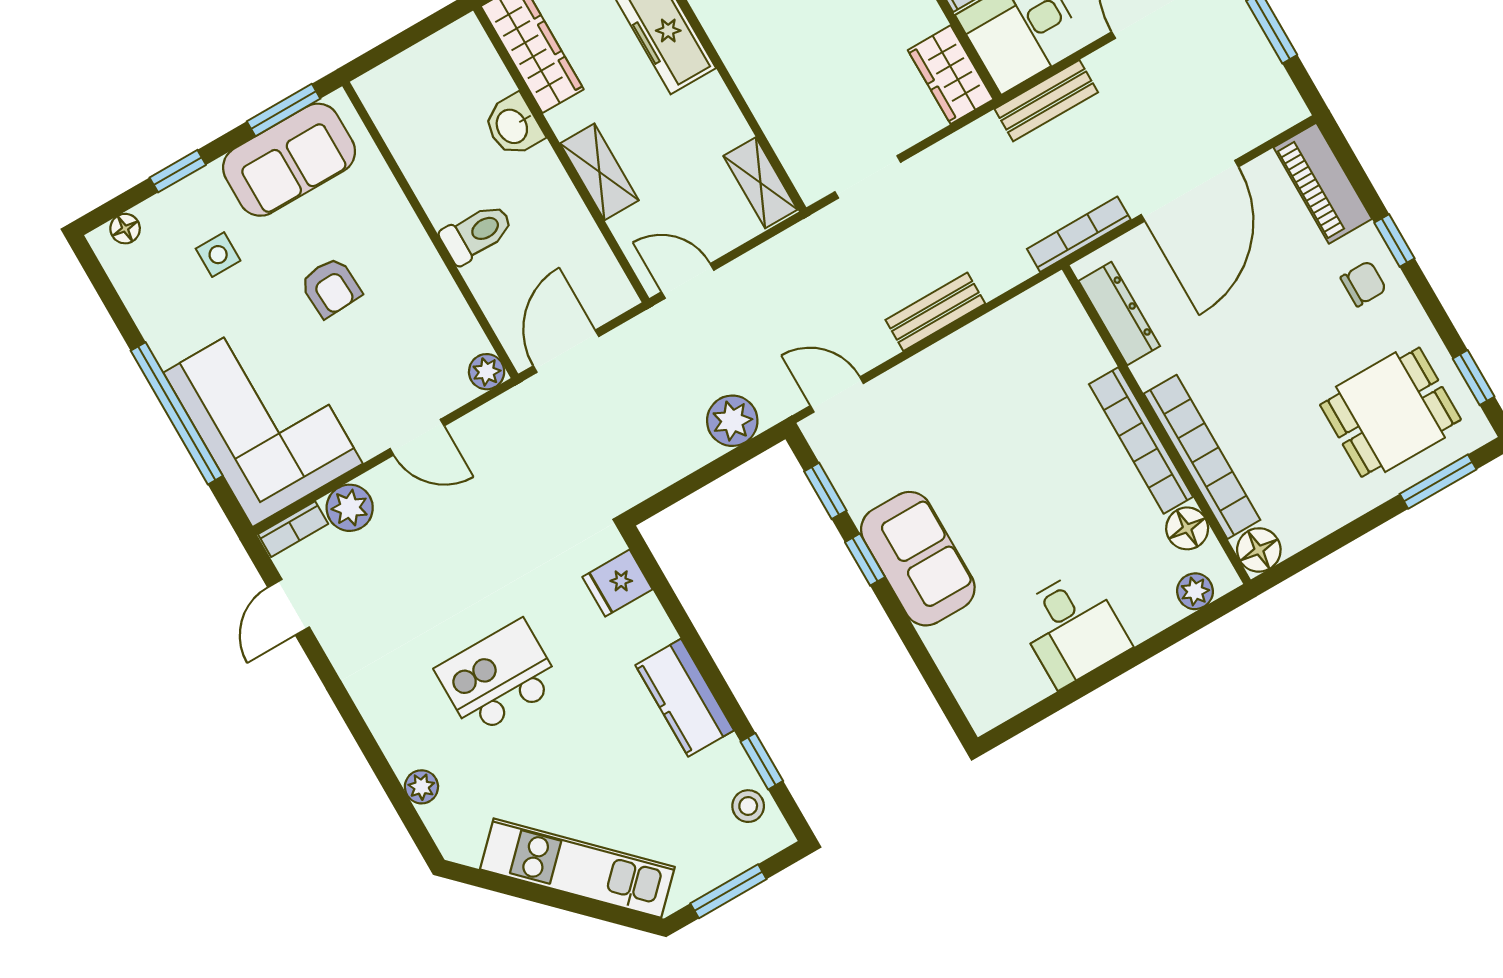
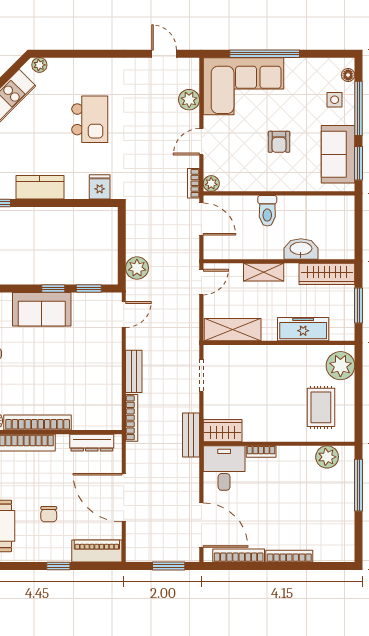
bench: (1046, 101) -> (191, 435), moved
washbasin: (513, 126) -> (301, 249), width x1.38
window: (178, 171) -> (359, 108), width x2.17
shelving: (760, 183) -> (233, 330), width x1.50, depth x1.33
bookcase: (1079, 234) -> (132, 418), moved
side table: (218, 255) -> (335, 100), moved
chair: (1363, 284) -> (49, 514), moved
armchair: (331, 287) -> (279, 142), turned -87
bookcase: (293, 529) -> (193, 183), moved
plant: (421, 787) -> (39, 65), moved

